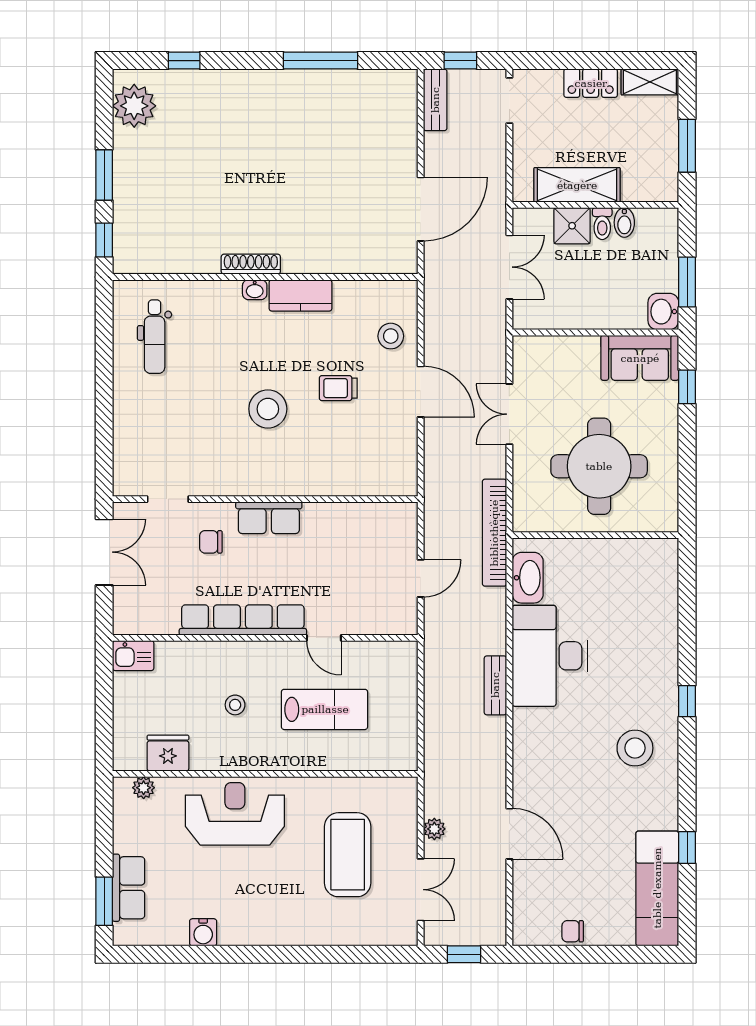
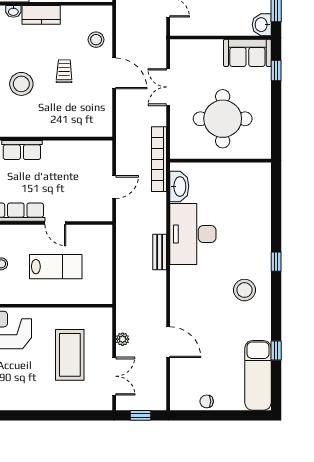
trolley: (338, 388) -> (64, 71), turned 91

